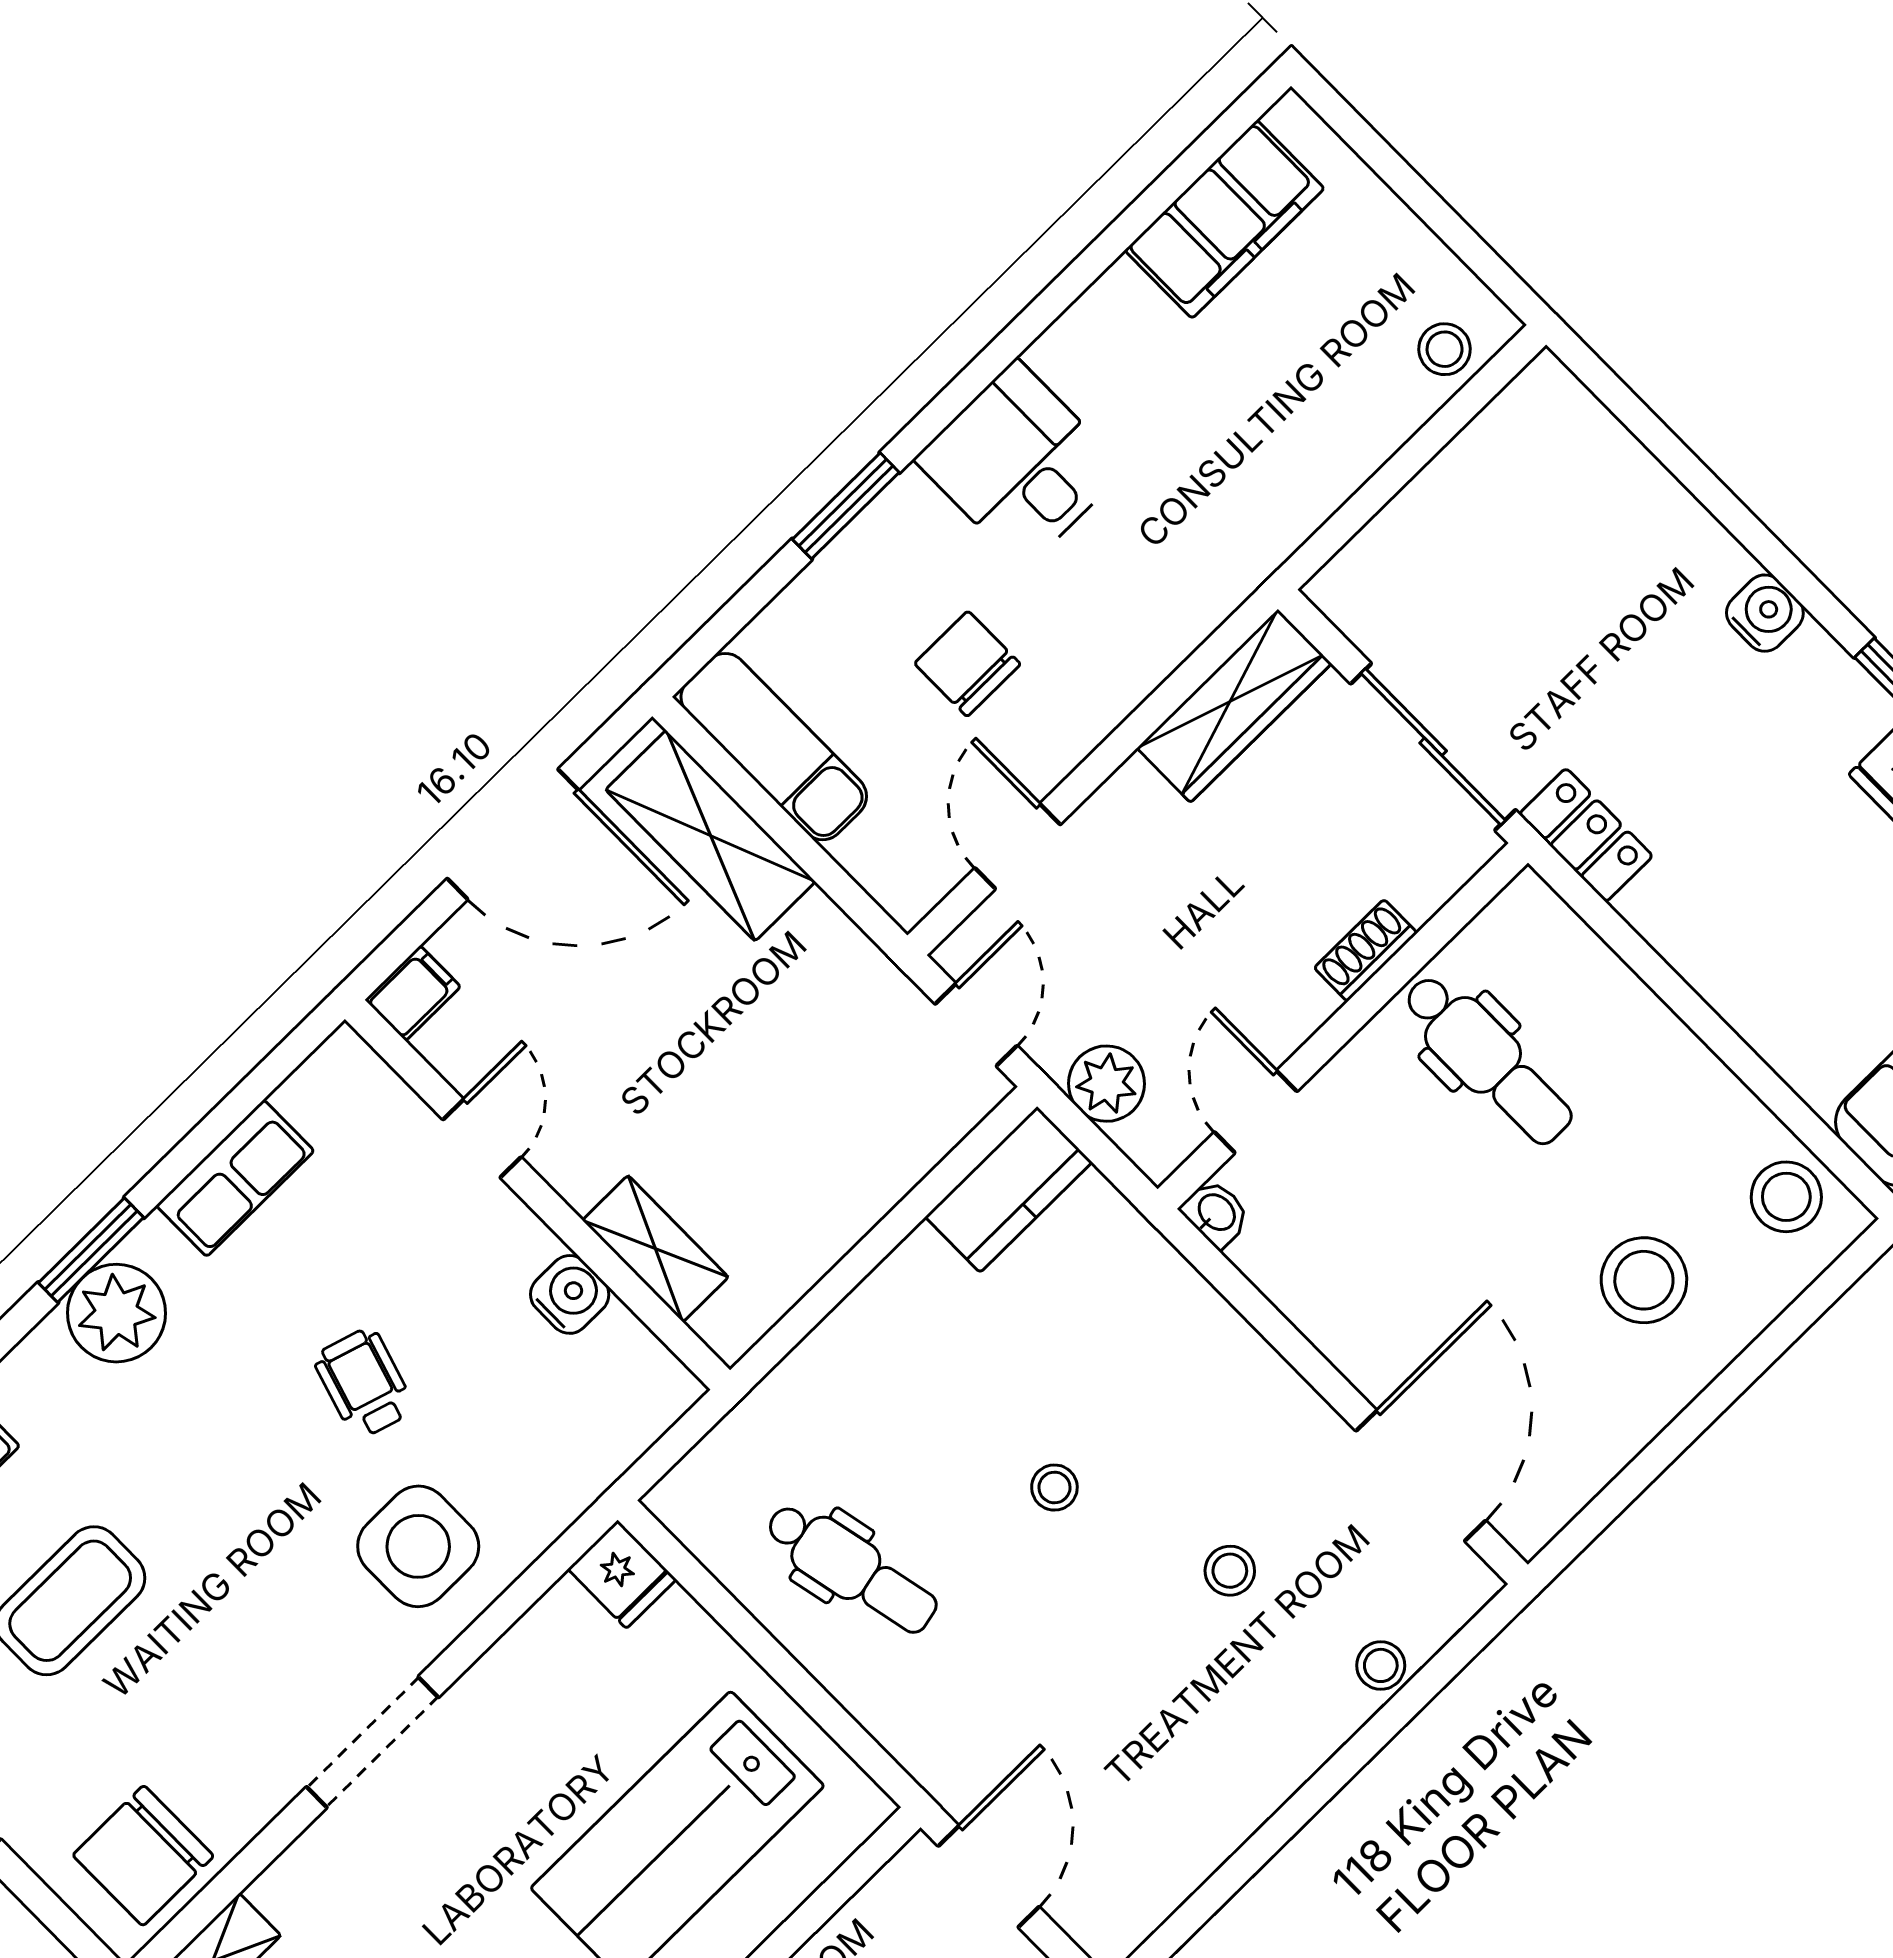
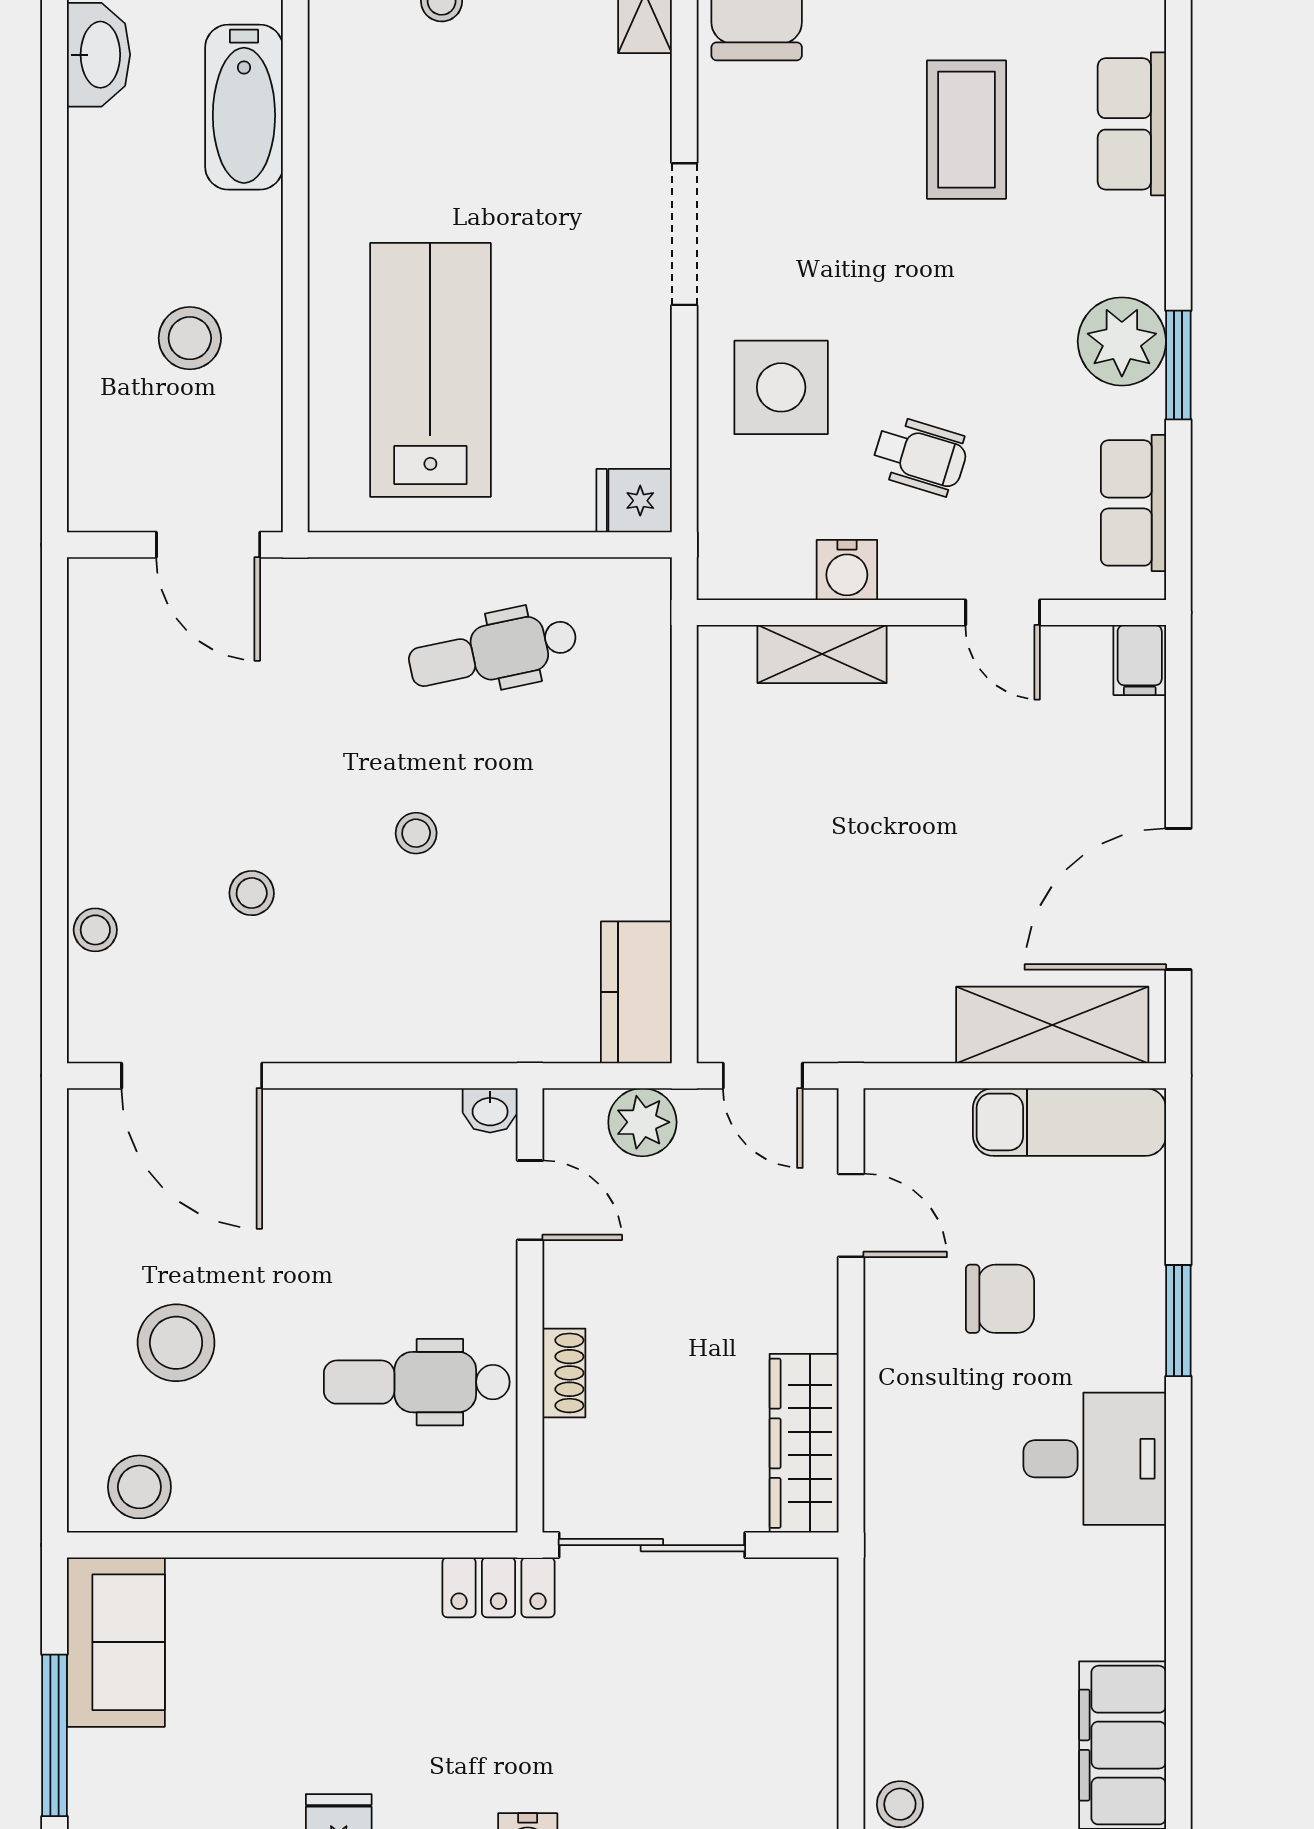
filing cabinet: (413, 993) -> (1140, 660), moved
door: (482, 1138) -> (1003, 613), moved
wall: (538, 1195) -> (931, 613), moved
shelving: (655, 1249) -> (822, 654), moved
water cooler: (570, 1294) -> (847, 570), moved

